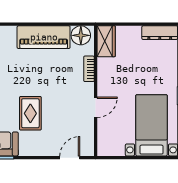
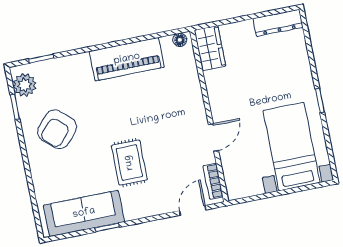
floor lamp: (81, 35) -> (180, 40), width x0.53, depth x0.53
bookcase: (89, 69) -> (213, 181), moved

